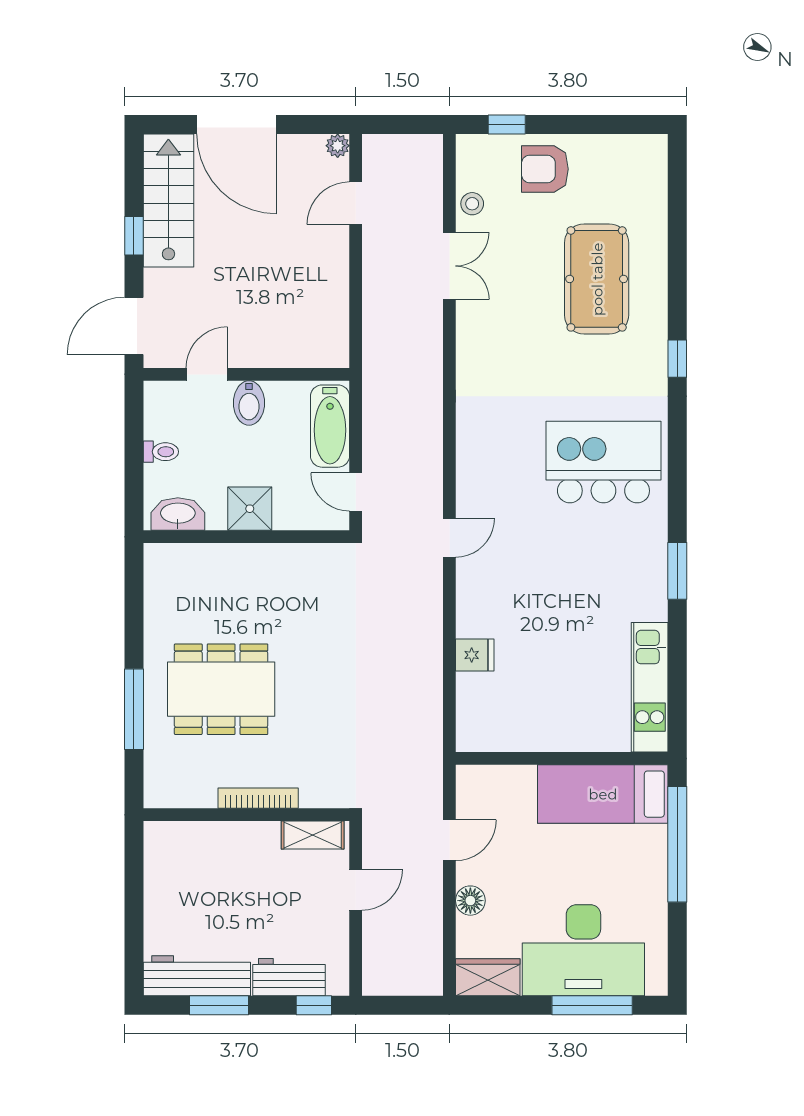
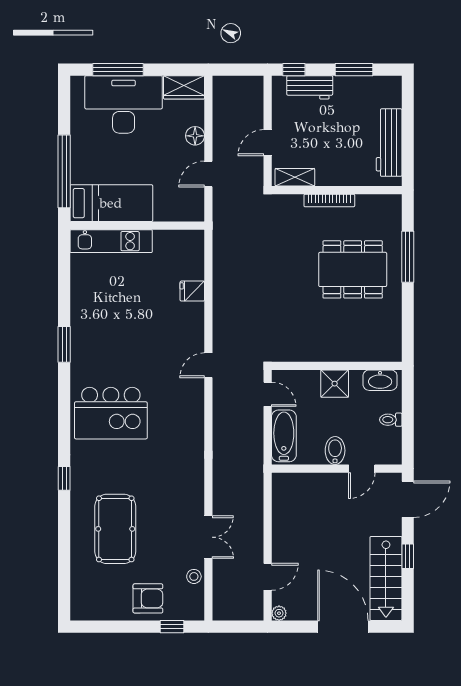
double door: (449, 266) -> (208, 537), swing flipped
kitchen unit: (650, 687) -> (111, 241), moved, turned 90
workbench: (197, 976) -> (389, 143), moved, turned 90

